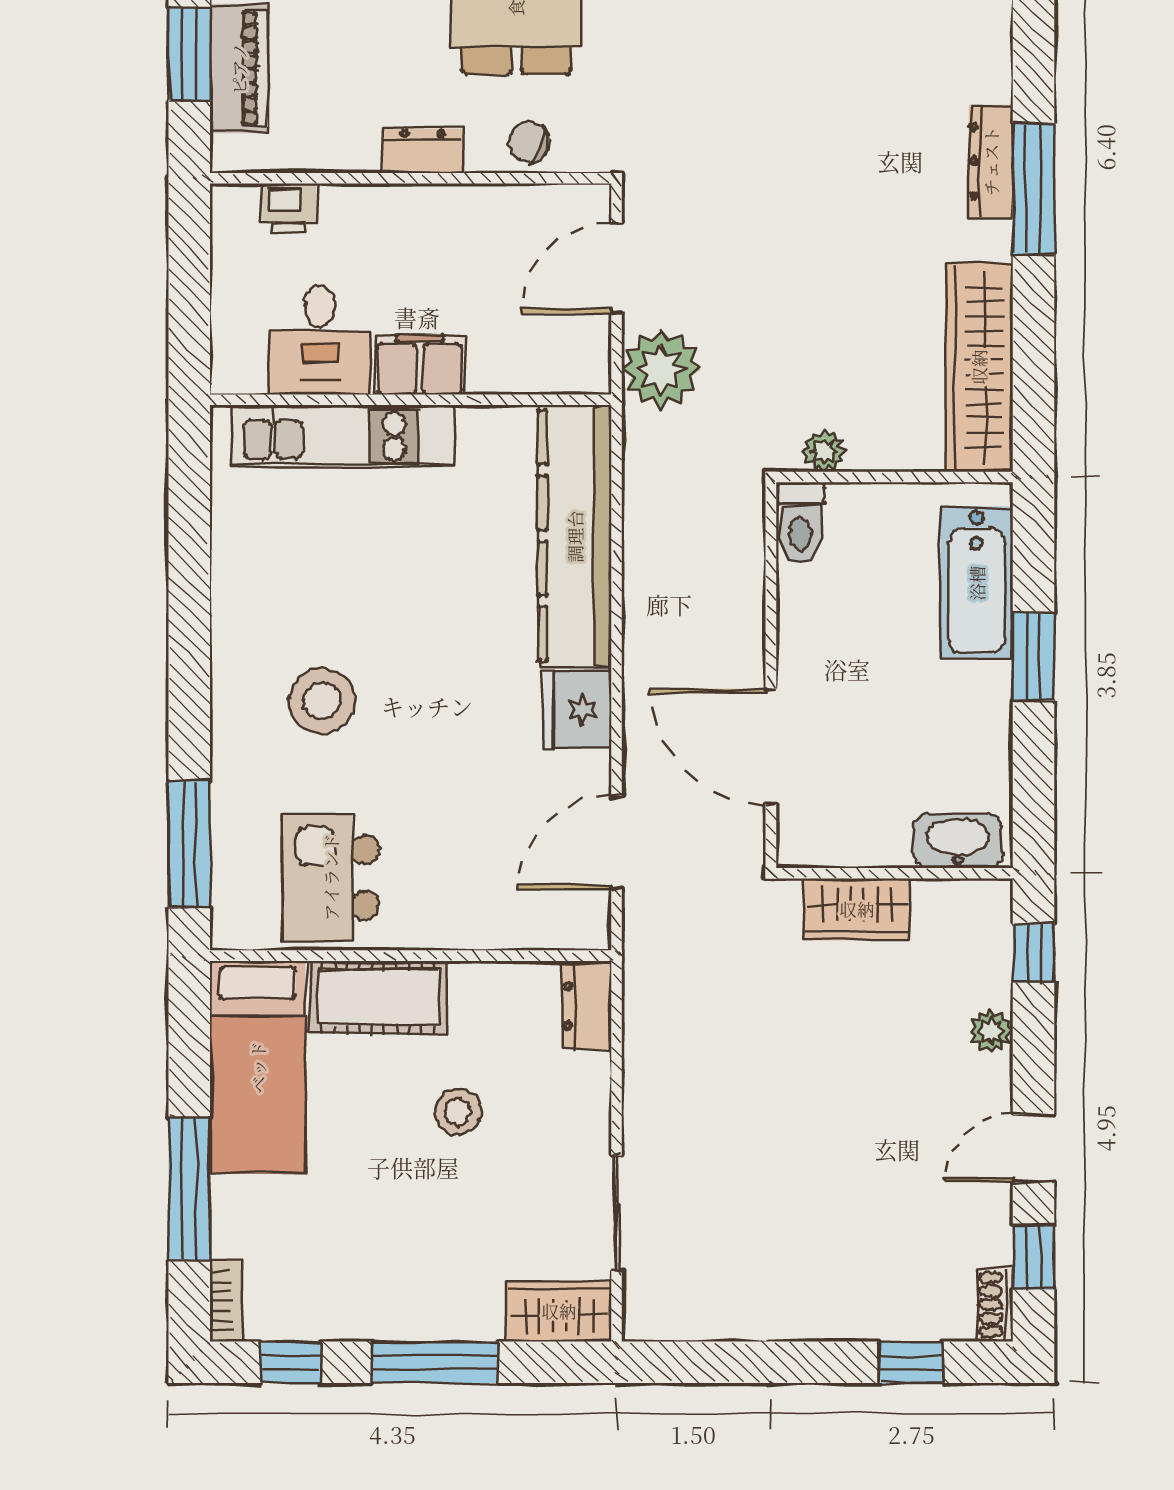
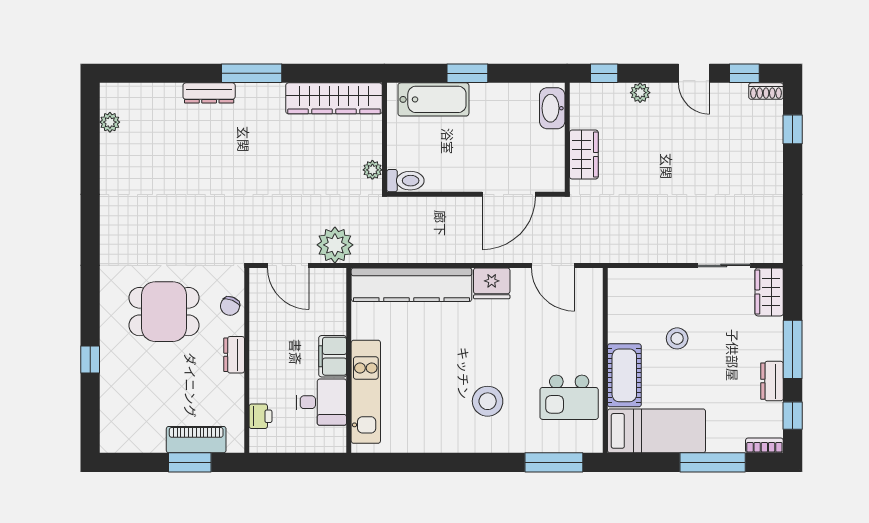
dresser: (991, 161) -> (209, 93), moved
dresser: (587, 1006) -> (772, 381), moved, turned 90

